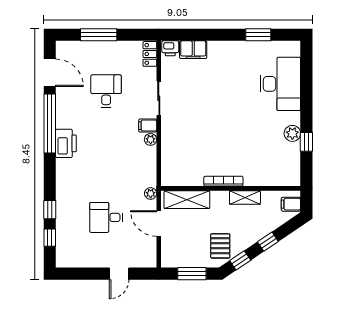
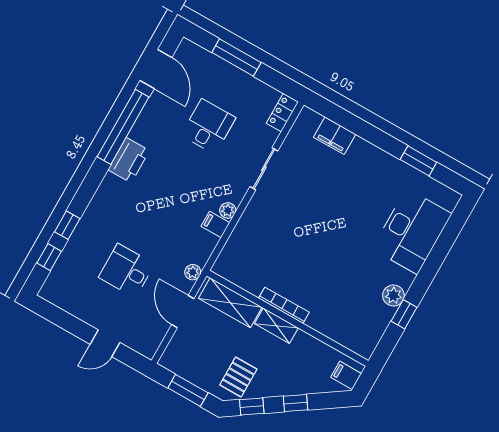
printer: (170, 48) -> (309, 119), removed
filing cabinet: (148, 126) -> (215, 224), moved
shelving: (245, 197) -> (276, 326), moved

